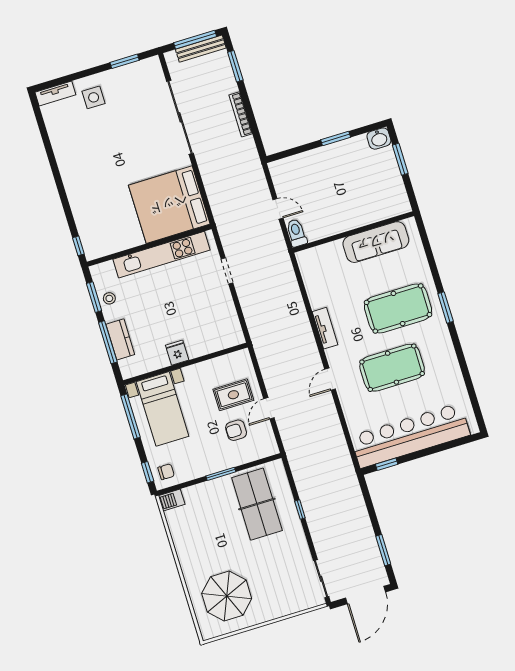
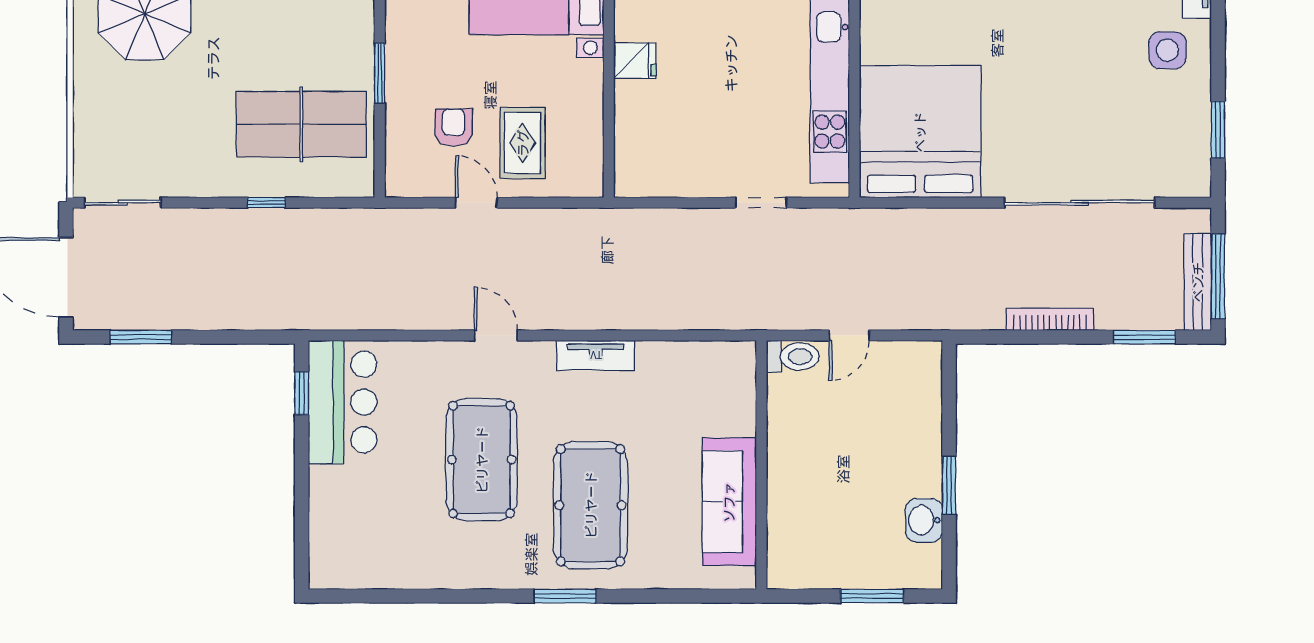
washbasin: (379, 139) -> (924, 520), moved
bar counter: (410, 435) -> (343, 402), width x0.54

